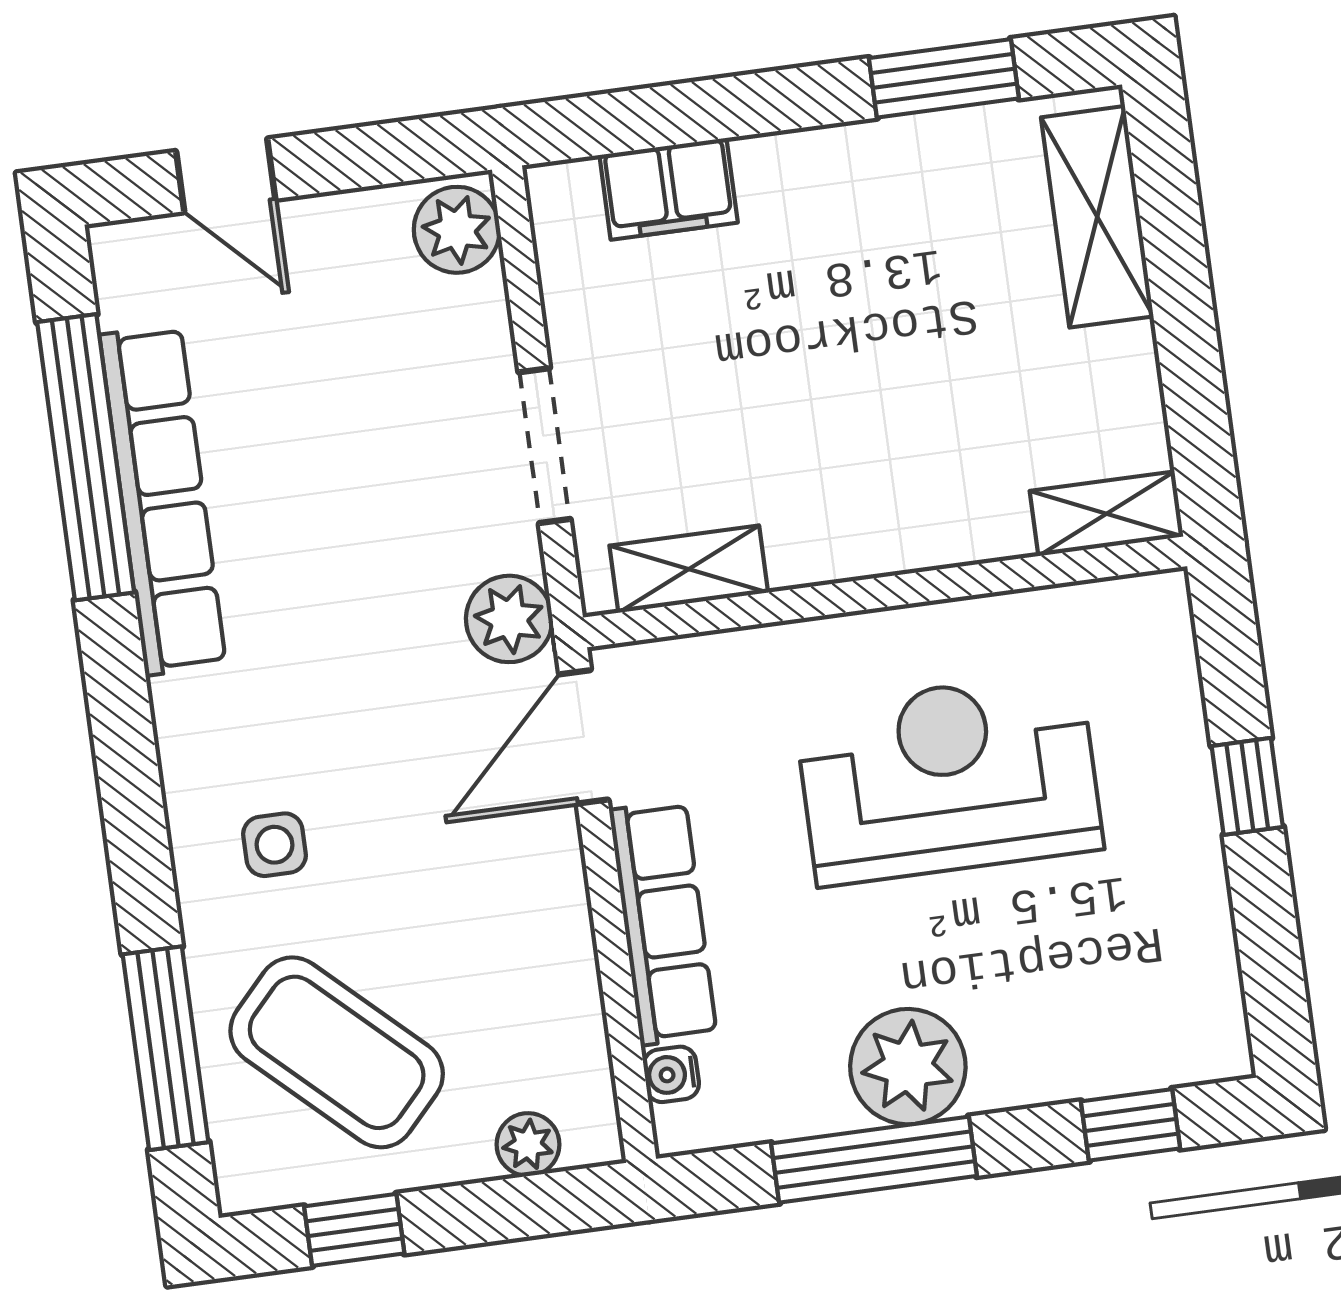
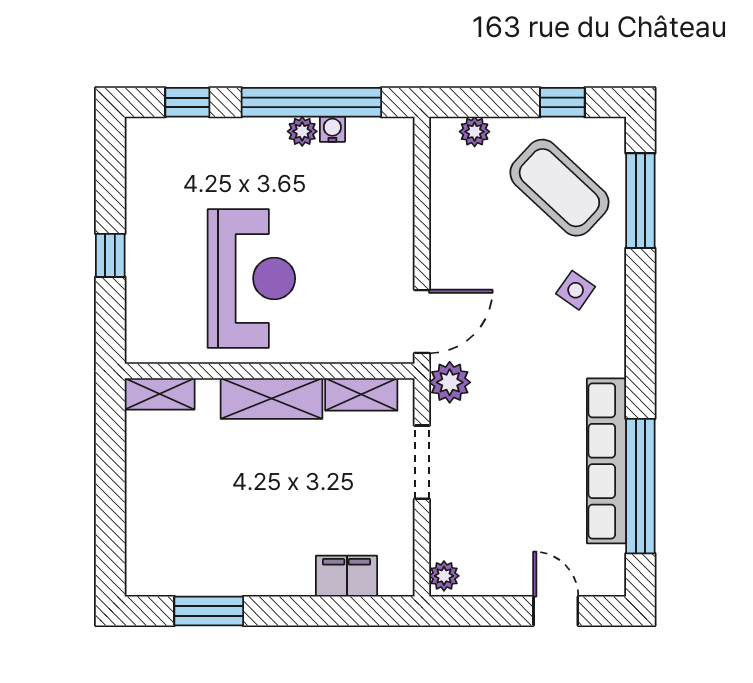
shelving: (1097, 217) -> (271, 398), moved, turned 90
plant: (457, 230) -> (444, 576), width x0.73, depth x0.73
reception desk: (949, 778) -> (251, 278), turned -90
side table: (275, 845) -> (576, 290), turned 35
row of seats: (663, 923) -> (396, 228), removed
plant: (908, 1067) -> (302, 131), width x0.53, depth x0.53
water cooler: (671, 1074) -> (332, 129), moved, turned -90
window: (874, 1160) -> (311, 102), width x1.46

